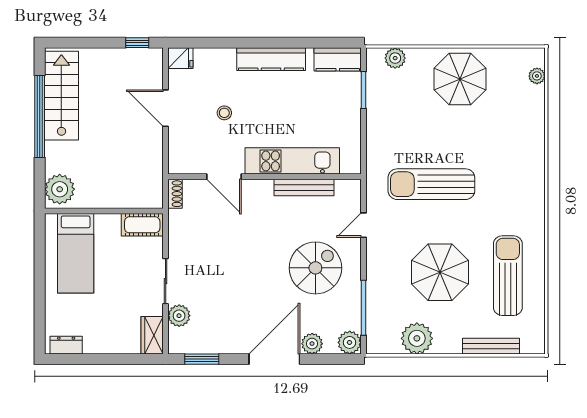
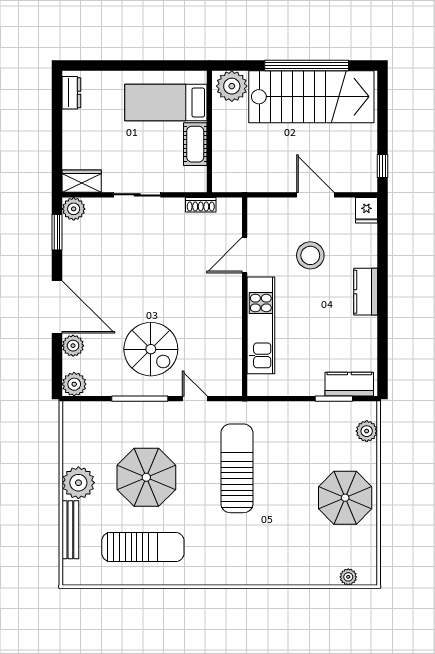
kitchen counter: (271, 59) -> (366, 292), width x0.67
kitchen counter: (338, 59) -> (349, 384), moved, turned 90
stairs: (61, 96) -> (311, 97), width x1.36, depth x1.51
door: (166, 108) -> (315, 195), hinge flipped
stool: (224, 113) -> (310, 255), width x1.89, depth x1.89
bench: (304, 187) -> (234, 337), removed
shoe rack: (175, 194) -> (201, 205), moved
cot: (142, 225) -> (195, 144), moved
window: (364, 308) -> (140, 399), moved
plant: (179, 316) -> (74, 209), moved
plant: (417, 338) -> (78, 483), moved

